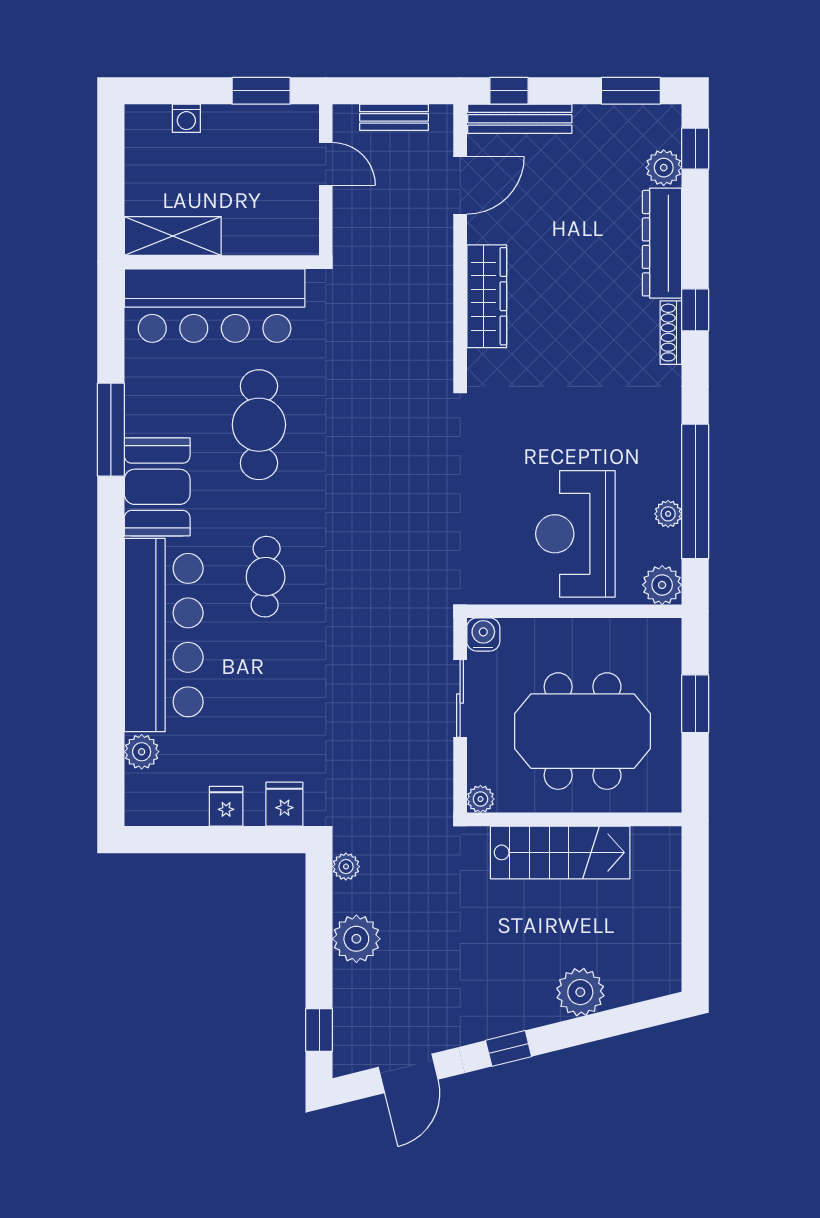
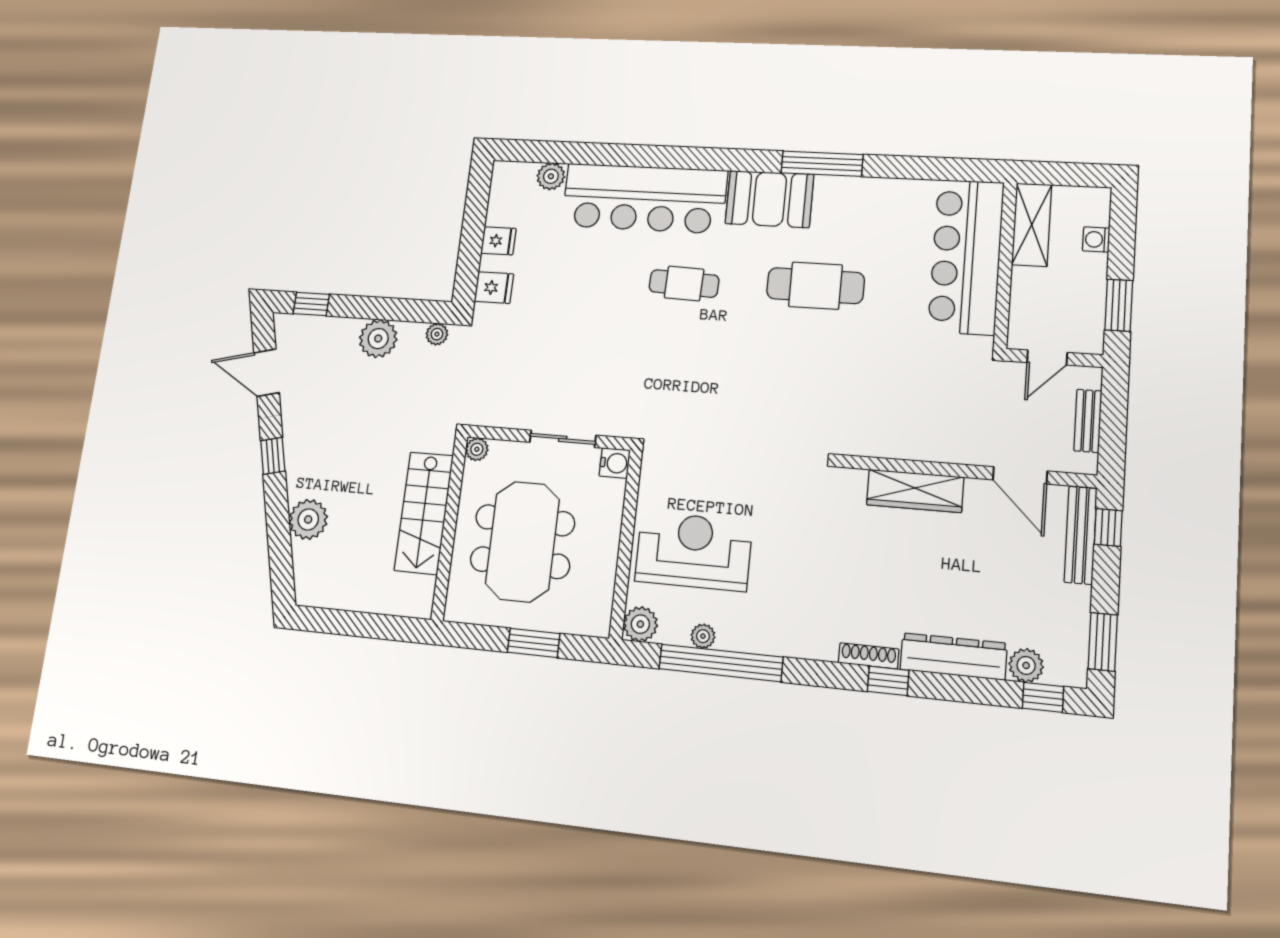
shelving: (173, 236) -> (1032, 225), moved
wall: (222, 262) -> (1005, 265), moved
bar counter: (215, 306) -> (966, 257), moved

